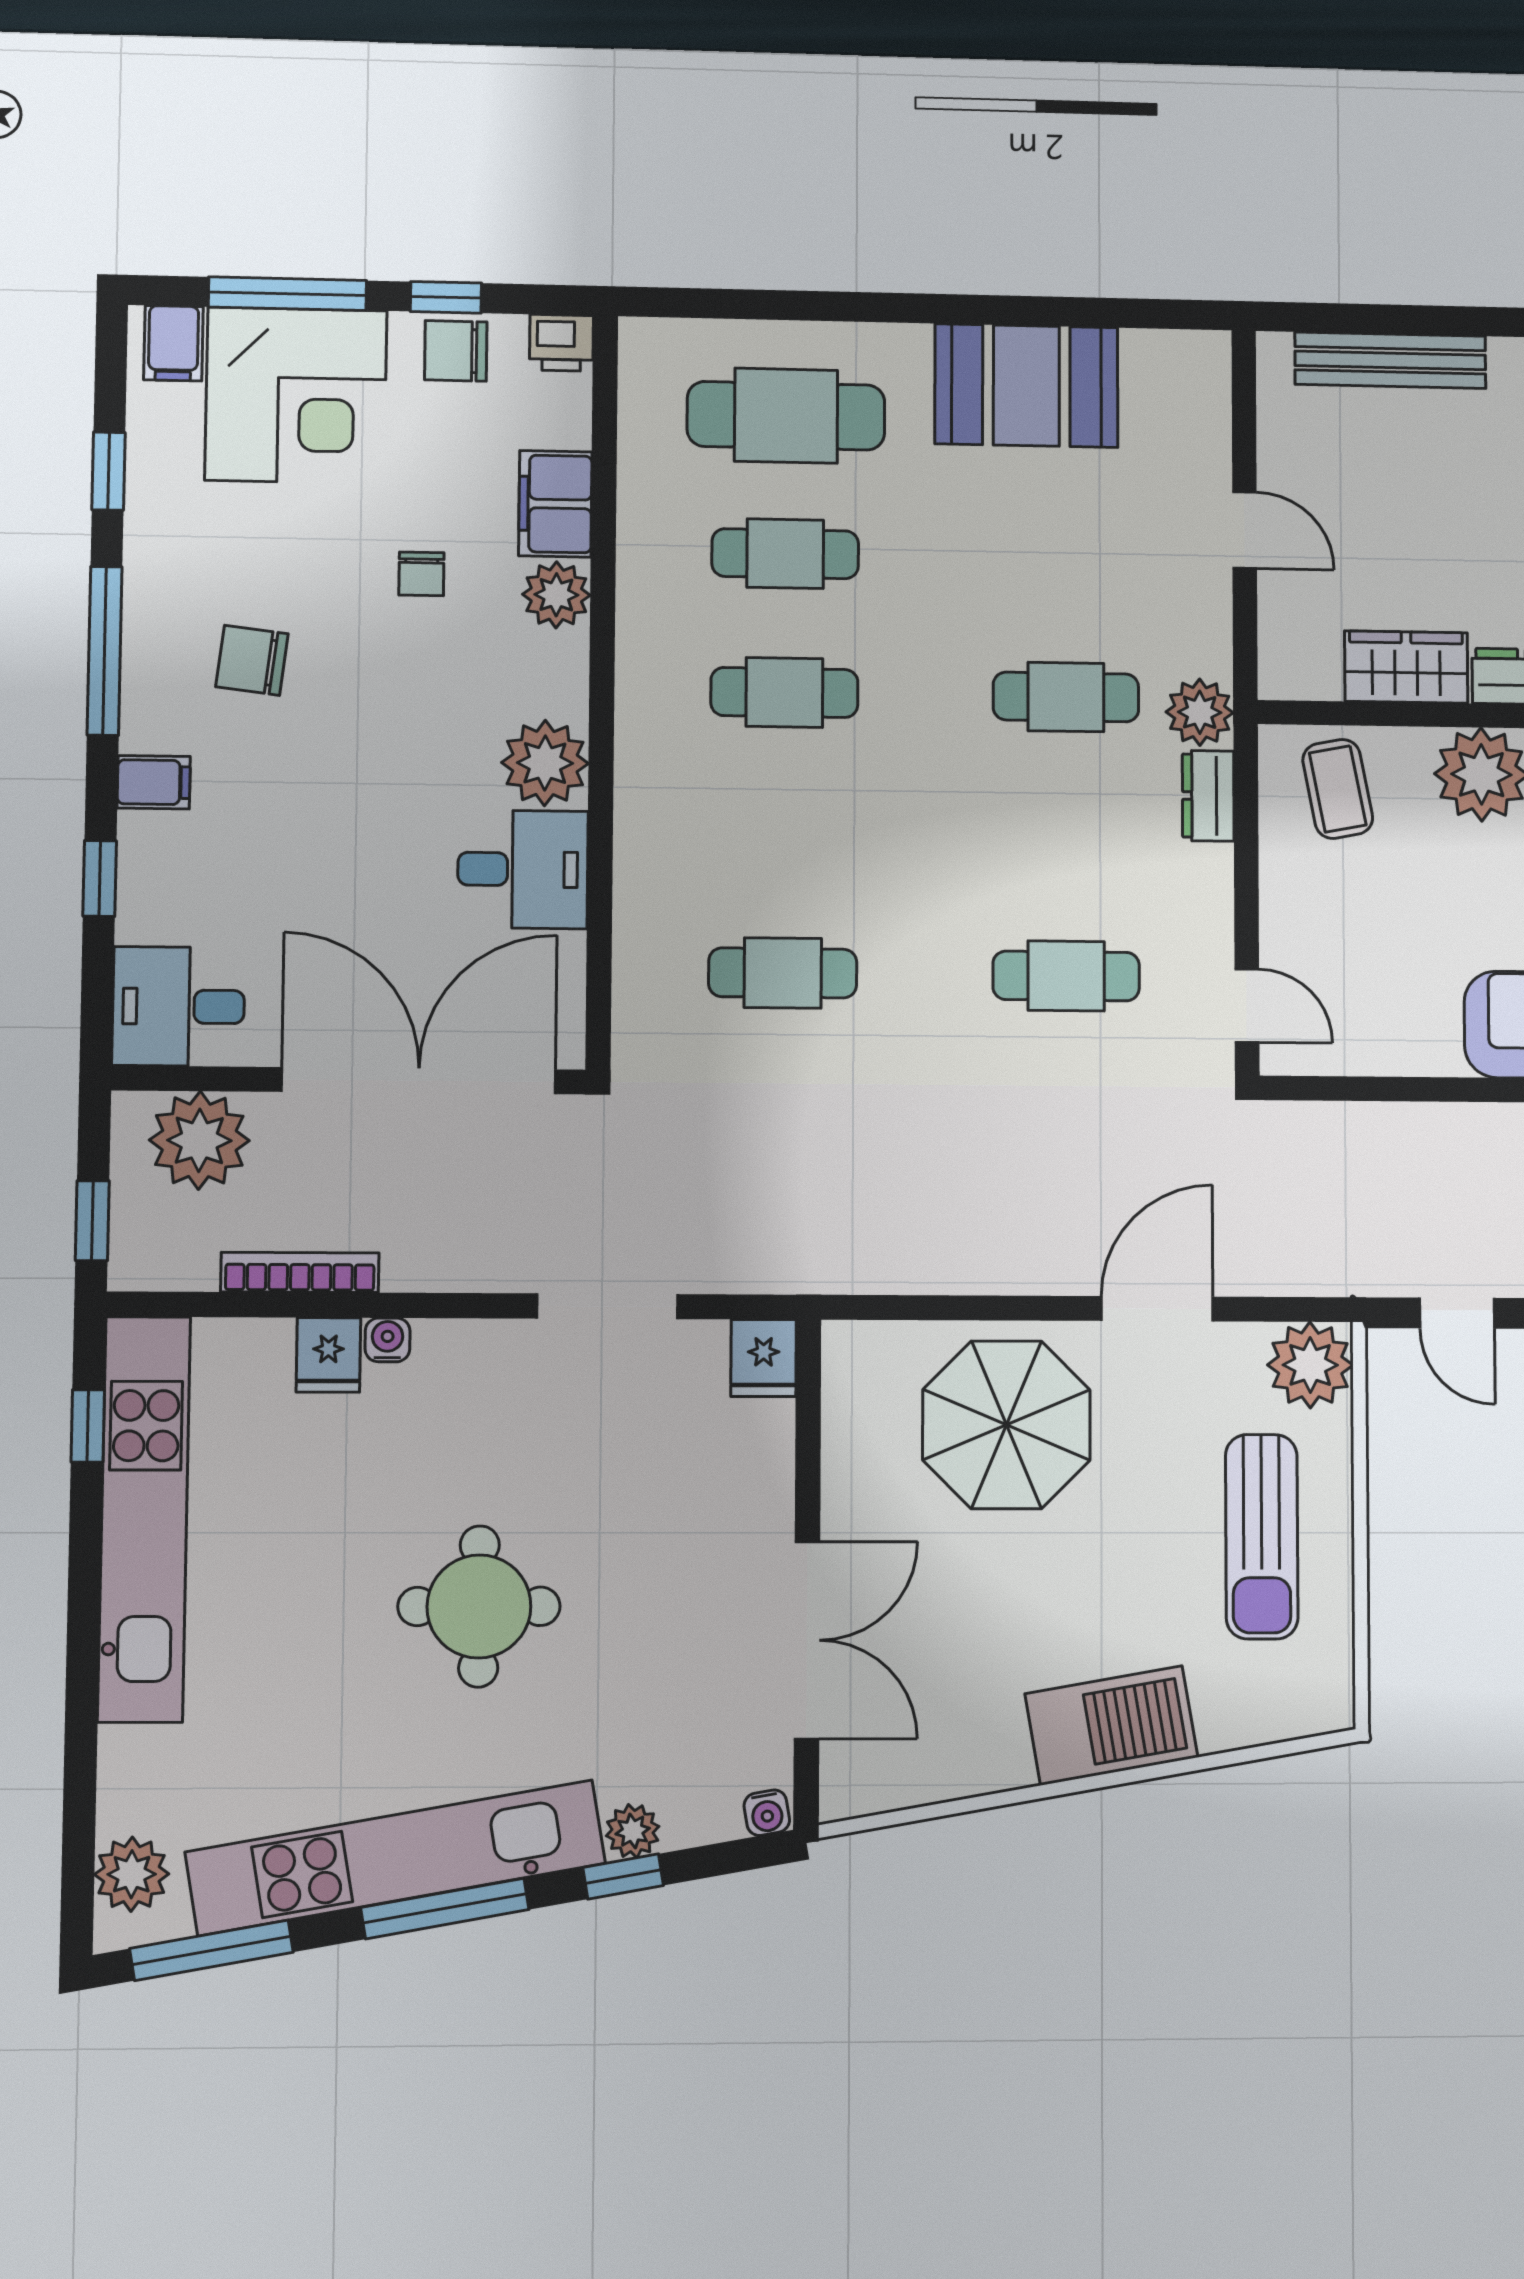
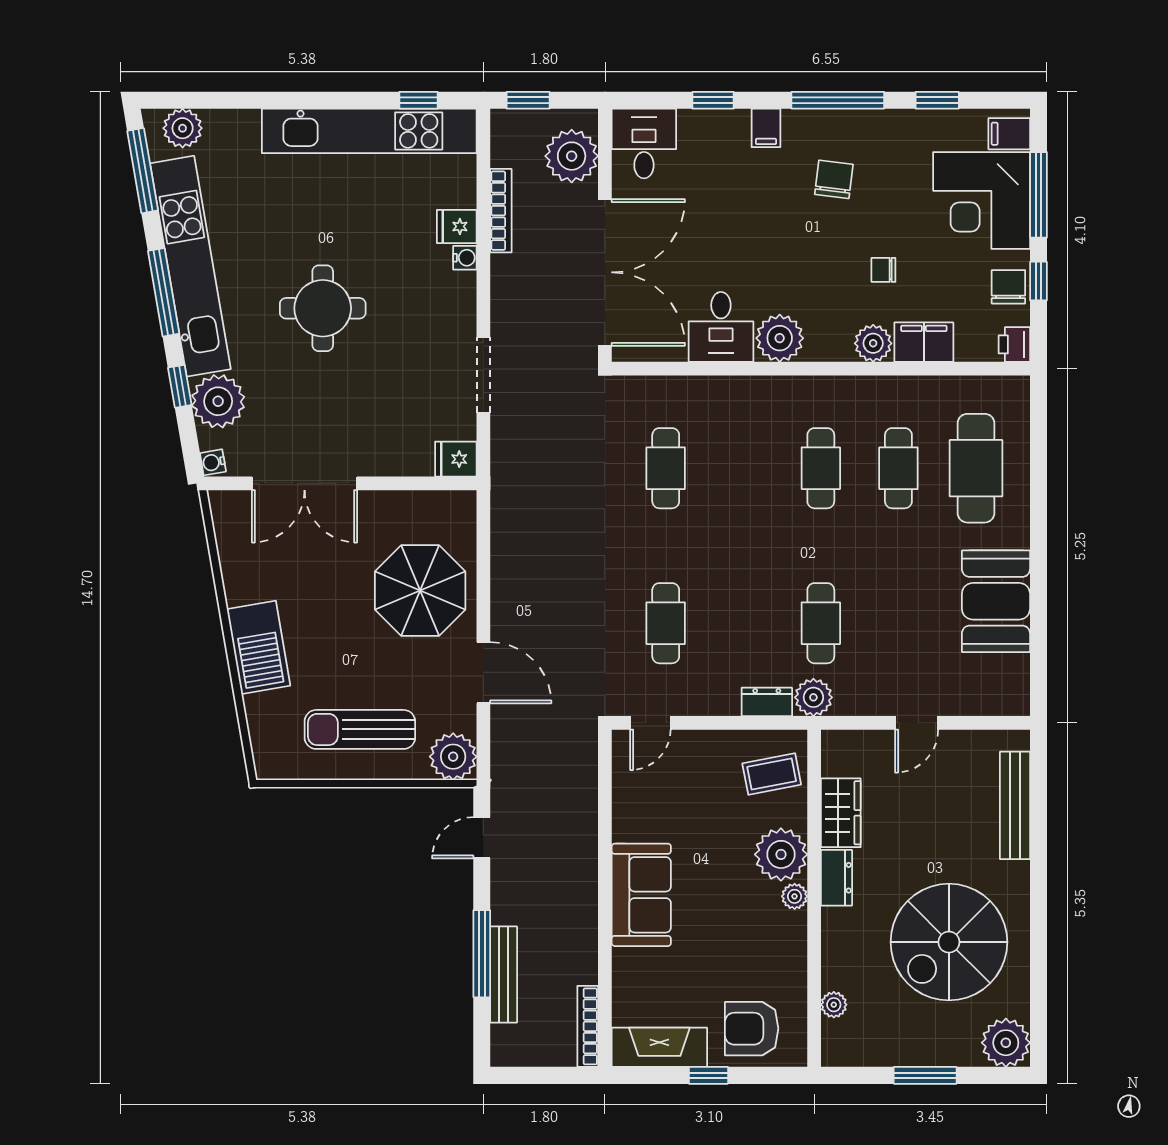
plant: (633, 1831) -> (218, 401), width x1.88, depth x1.88

